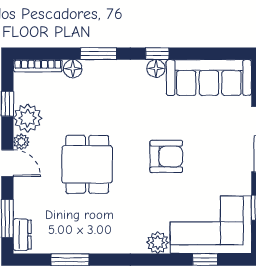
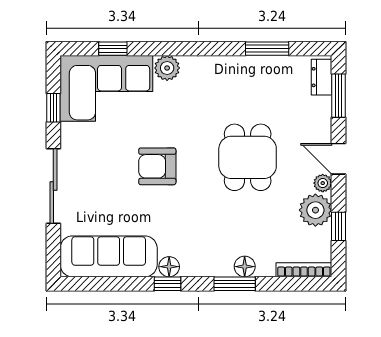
floor lamp: (73, 69) -> (245, 267), moved

